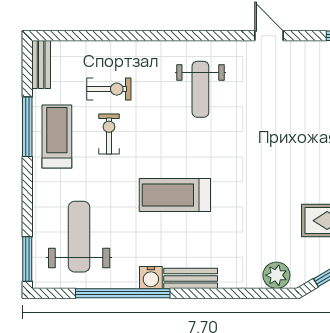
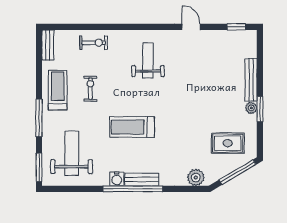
exercise bike: (109, 89) -> (94, 43), moved
weight bench: (200, 89) -> (148, 60), turned 180
window: (27, 127) -> (39, 118), moved
window: (123, 293) -> (133, 189), moved

